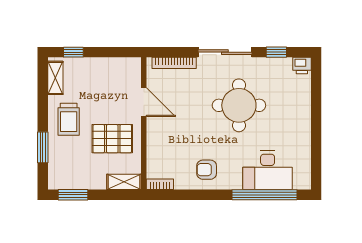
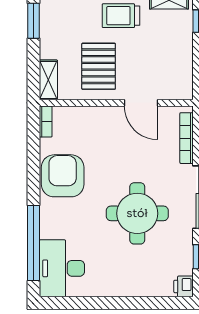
door: (144, 102) -> (141, 103), hinge flipped
armchair: (207, 170) -> (63, 176), width x1.88, depth x1.88
desk: (268, 170) -> (62, 268), moved

